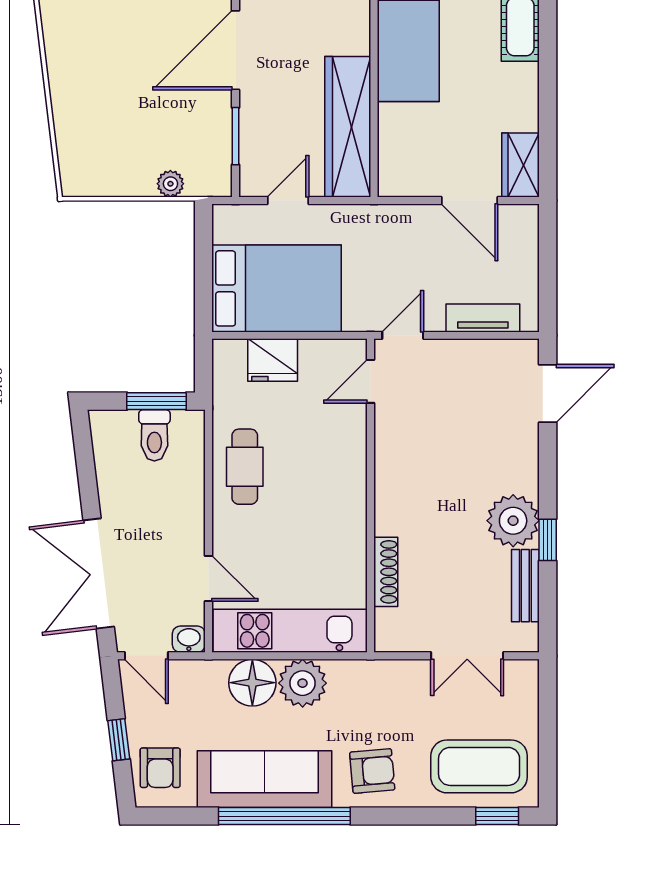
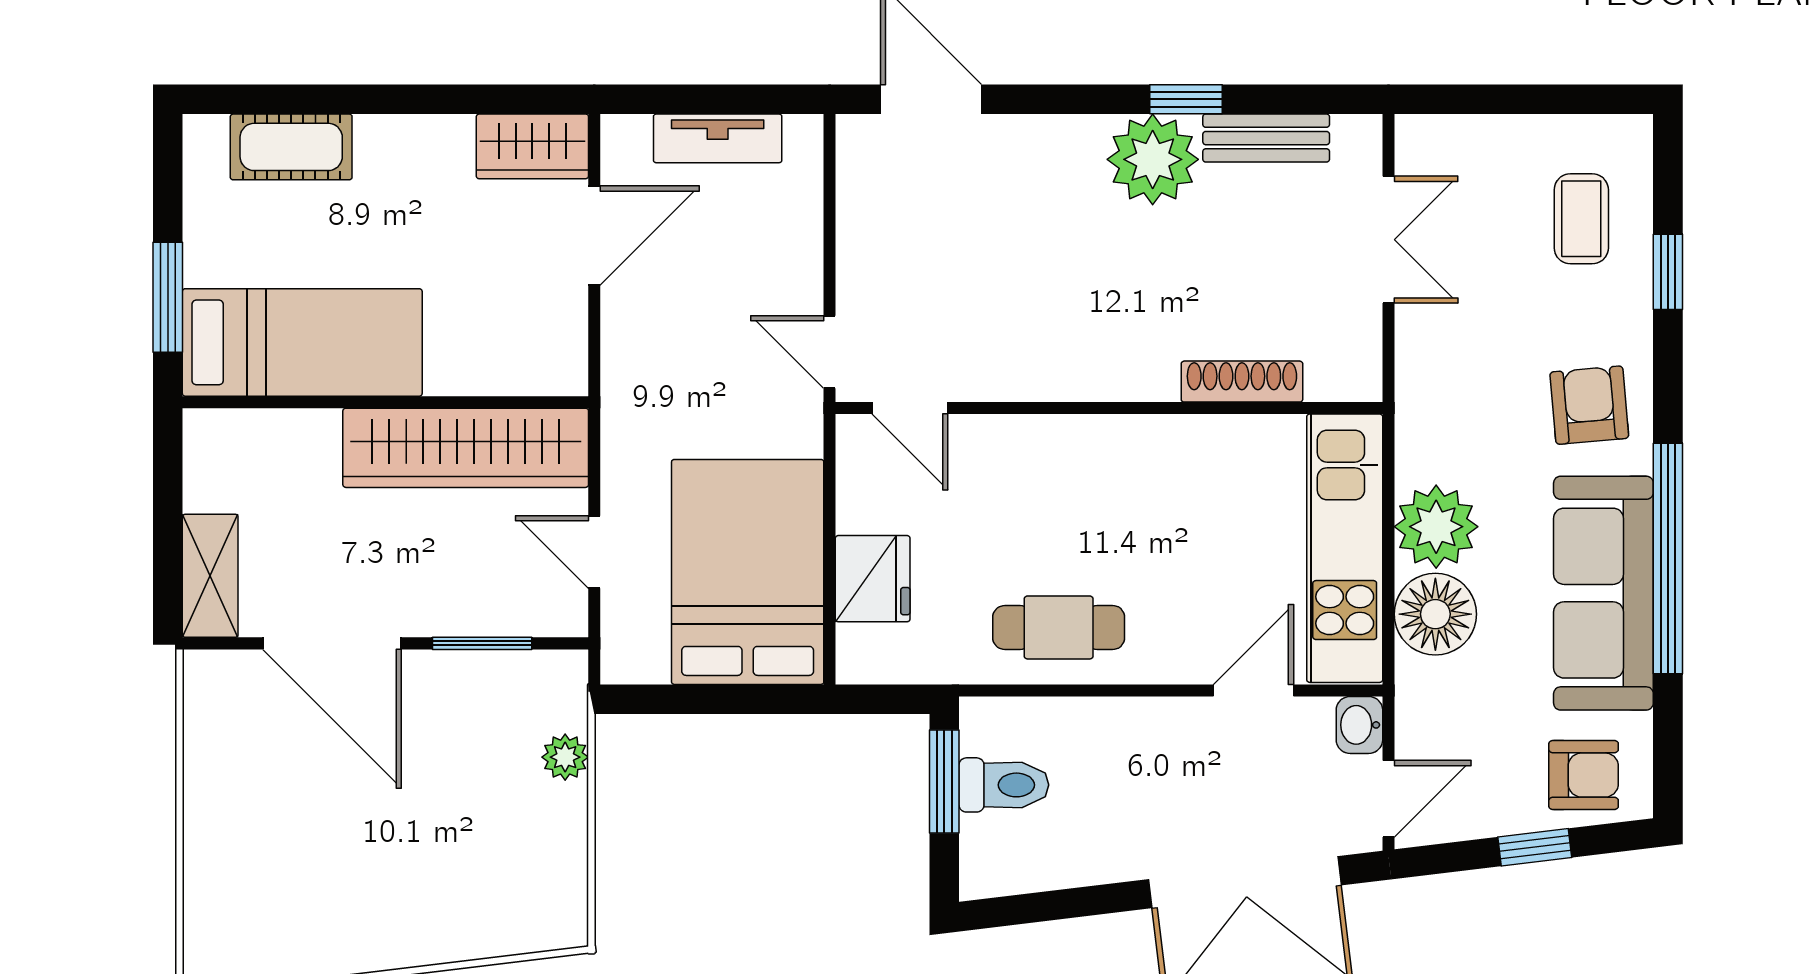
tv unit: (483, 318) -> (718, 138), moved, turned -90
coffee table: (479, 766) -> (1581, 219), width x0.54, depth x0.58
window: (497, 816) -> (1668, 272), moved

